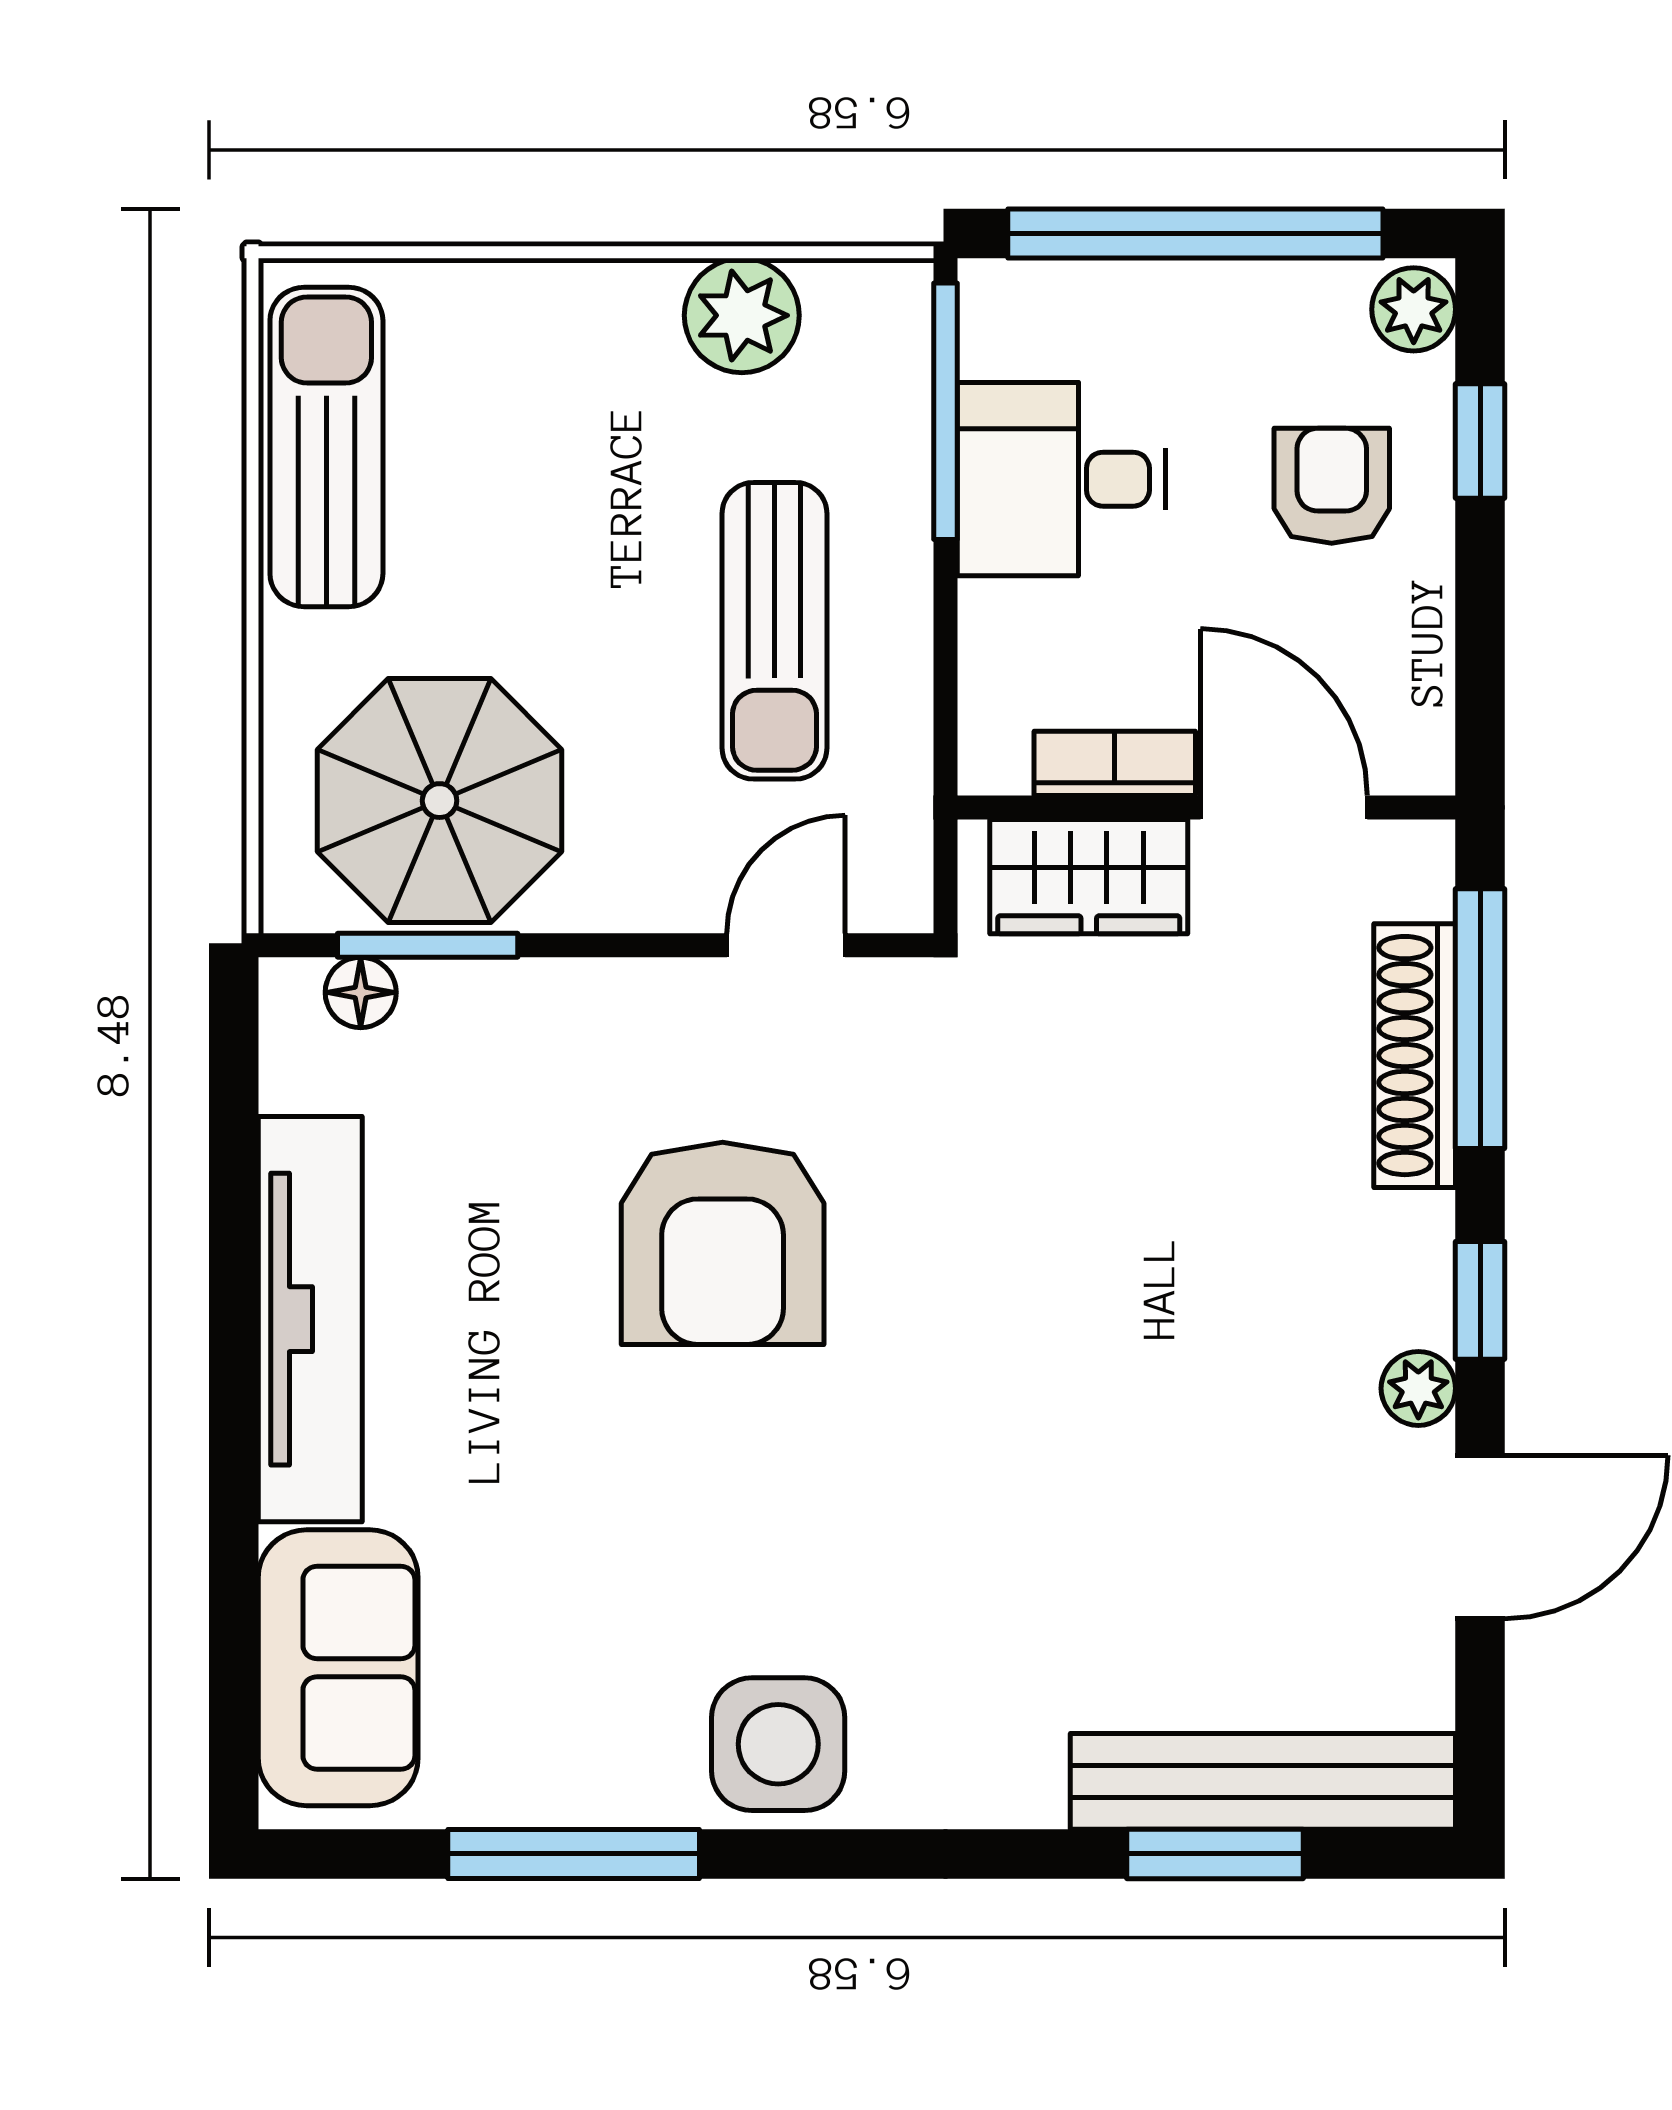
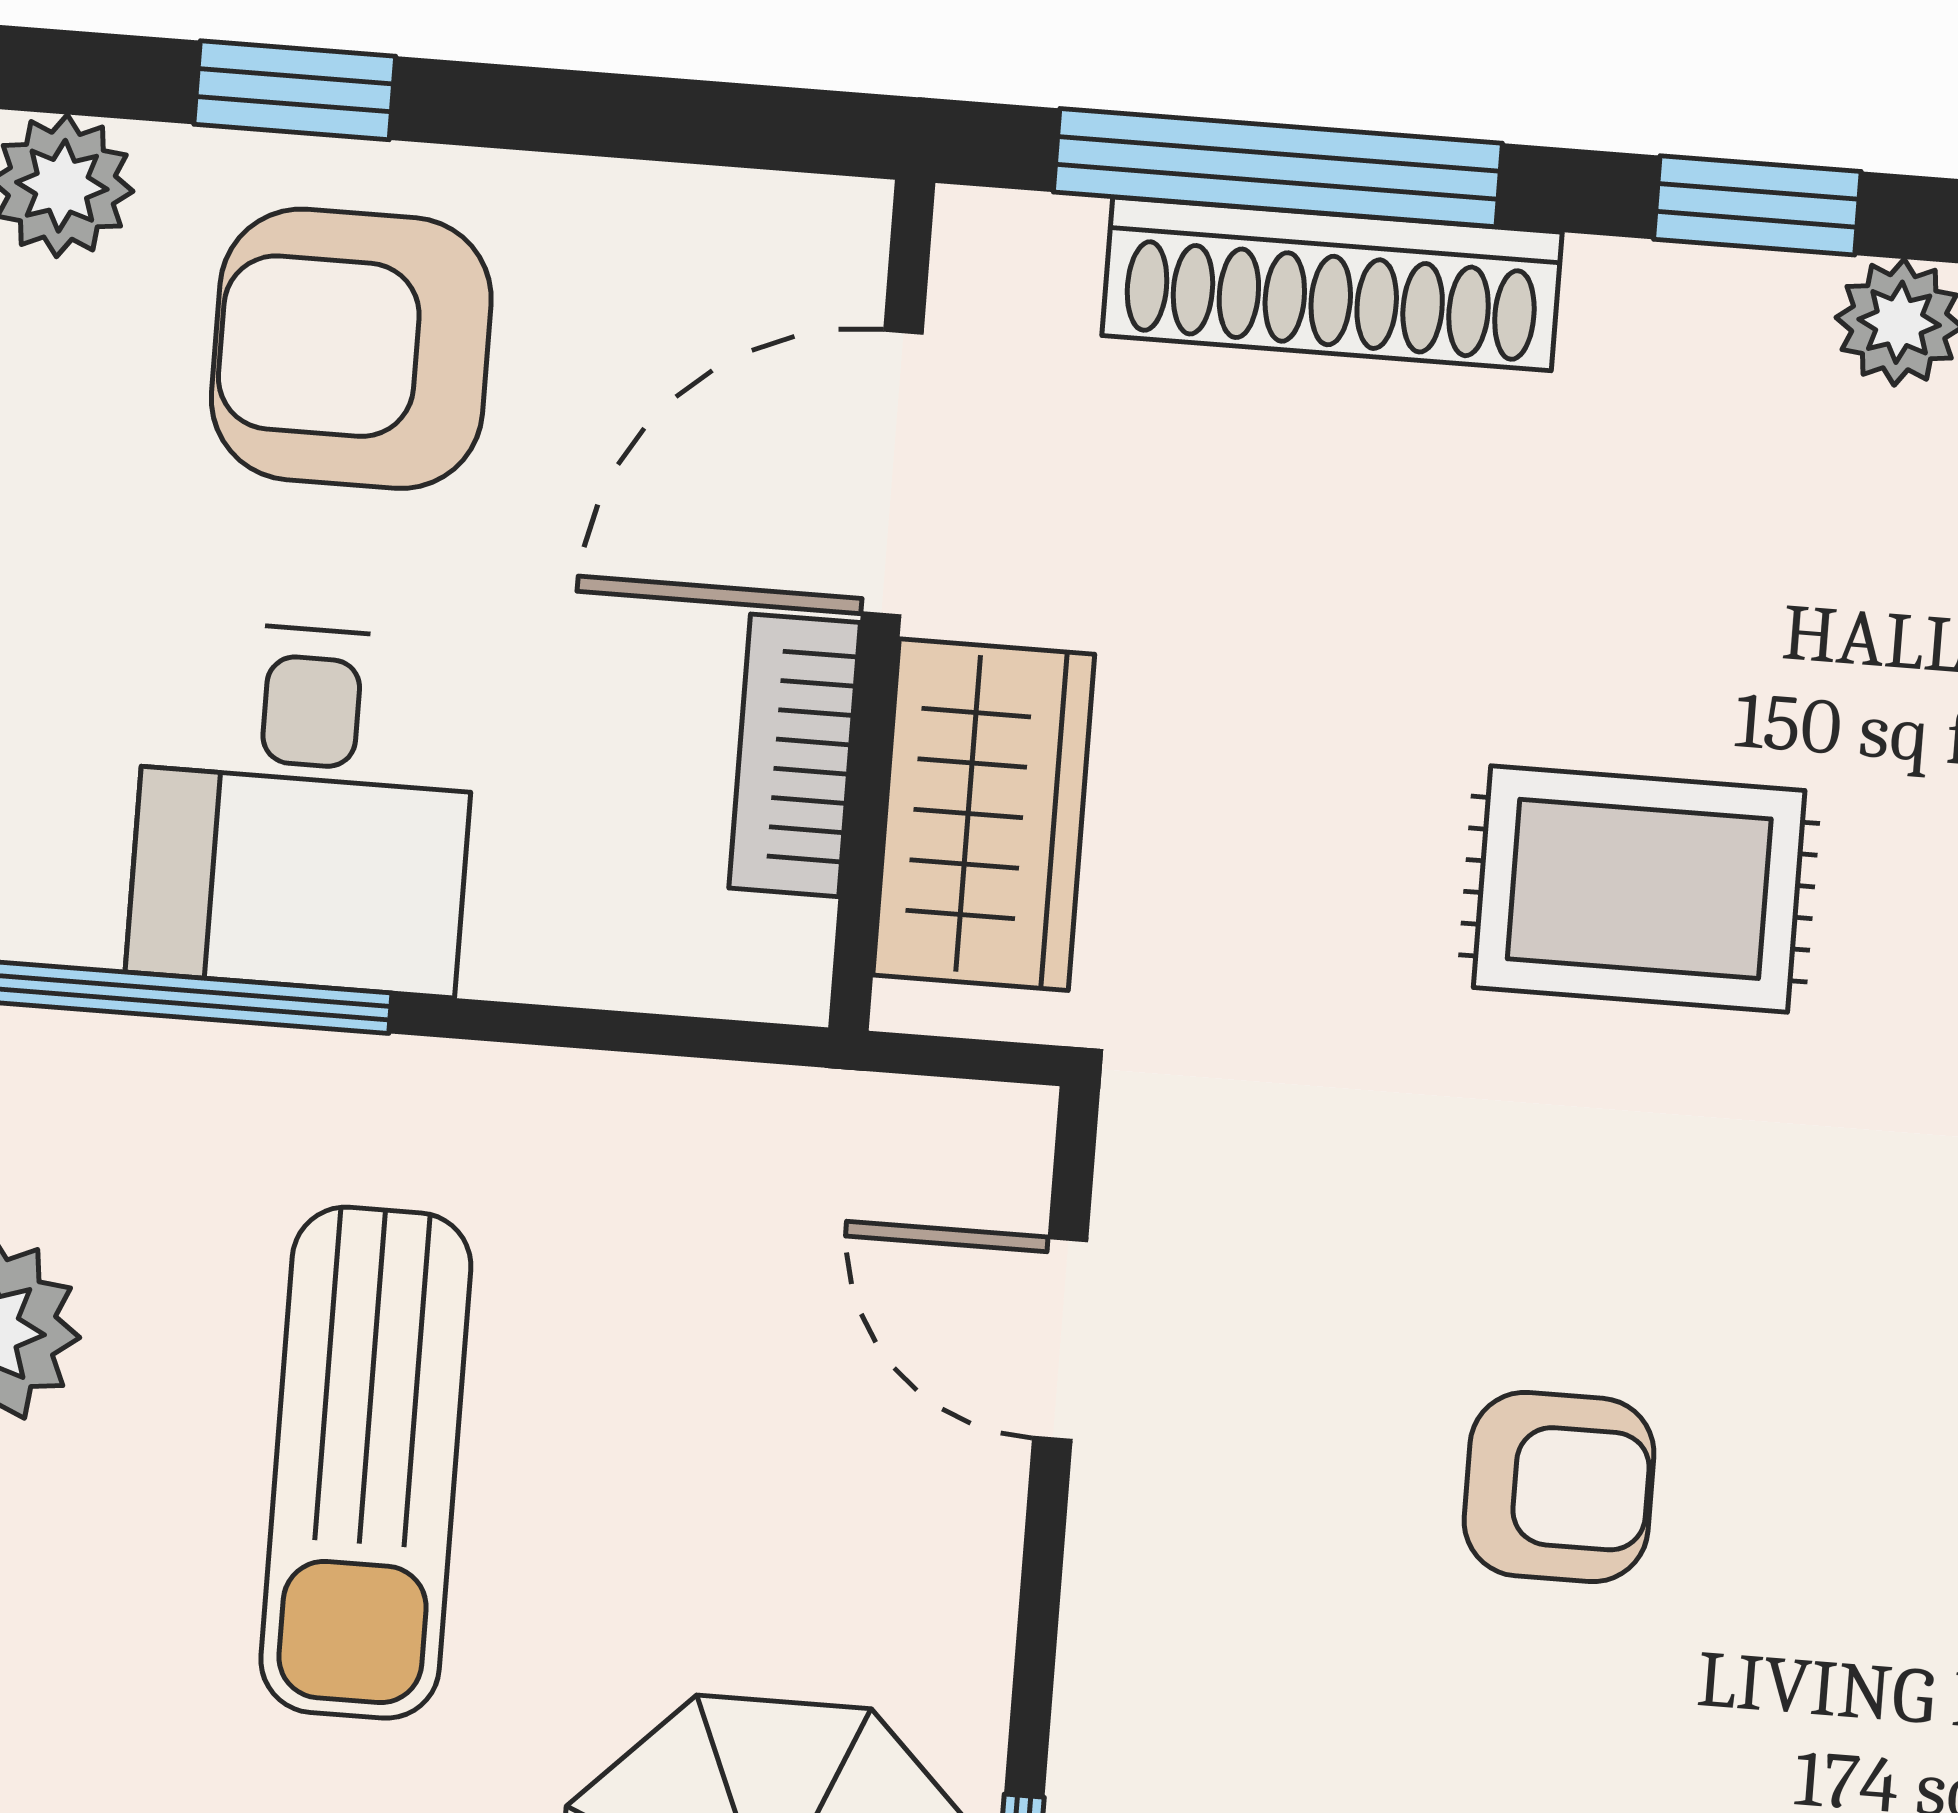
armchair: (1332, 486) -> (351, 349), width x1.38, depth x1.38
sun lounger: (774, 631) -> (366, 1463), moved, turned 90
armchair: (723, 1243) -> (1559, 1487), width x0.53, depth x0.53
rug: (1075, 1263) -> (1639, 889), added

